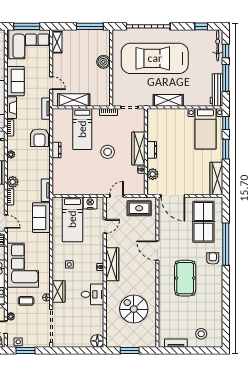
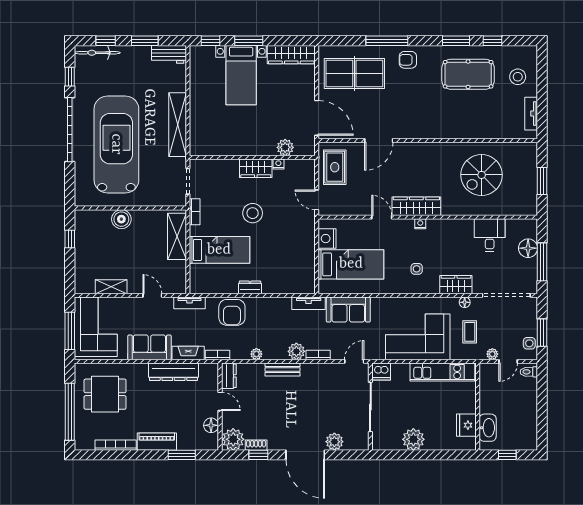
window: (90, 26) -> (70, 239), width x0.46
garage door: (148, 26) -> (70, 130), moved
shelving: (57, 42) -> (111, 287), moved
car: (155, 58) -> (116, 144), turned 180
window: (226, 78) -> (145, 41), width x0.69
door: (51, 83) -> (152, 295), hinge flipped
workbench: (217, 90) -> (169, 54), width x0.73
shelving: (74, 100) -> (177, 236), moved
shelving: (168, 100) -> (178, 125), width x1.47
bed with nightstands: (205, 129) -> (241, 75), moved, turned 90
armchair: (39, 138) -> (232, 312), turned 90
wardrobe: (138, 149) -> (256, 168), width x0.67
dresser: (152, 150) -> (250, 149), removed
door: (173, 196) -> (317, 118), hinge flipped
door: (105, 226) -> (382, 217), moved
window: (226, 244) -> (387, 41), width x0.68
door: (157, 251) -> (379, 140), moved
pool table: (185, 278) -> (468, 74), moved
window: (226, 291) -> (456, 41), added
desk: (92, 294) -> (490, 235), moved
window: (226, 317) -> (493, 41), added
floor lamp: (97, 341) -> (528, 248), moved
window: (74, 351) -> (542, 262), added

